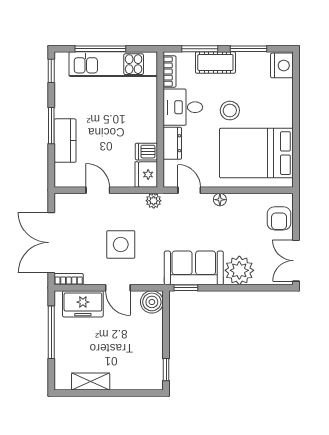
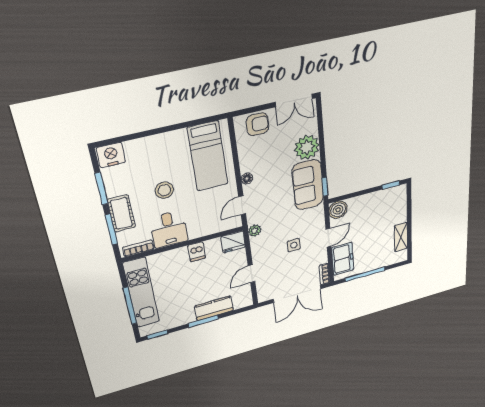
dresser: (172, 143) -> (203, 229), removed
dishwasher: (146, 152) -> (197, 252), moved
bed: (256, 153) -> (208, 156), width x0.67
side table: (121, 244) -> (294, 245), width x0.54, depth x0.54

